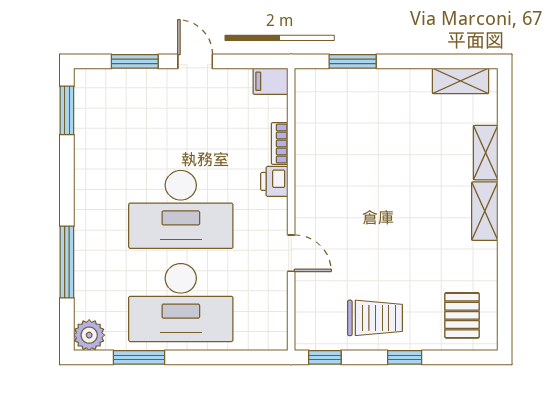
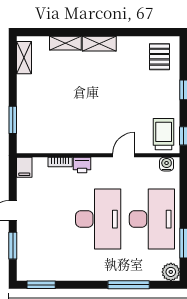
pallet: (462, 315) -> (159, 57), turned 90
trolley: (375, 318) -> (164, 134), moved
water cooler: (276, 328) -> (167, 164), added

